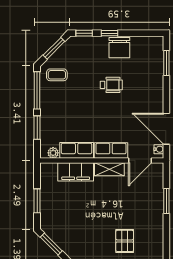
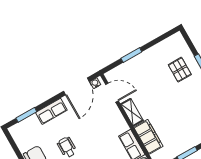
row of seats: (111, 150) -> (51, 111), moved, turned -90
pallet: (125, 241) -> (180, 70), turned 90

